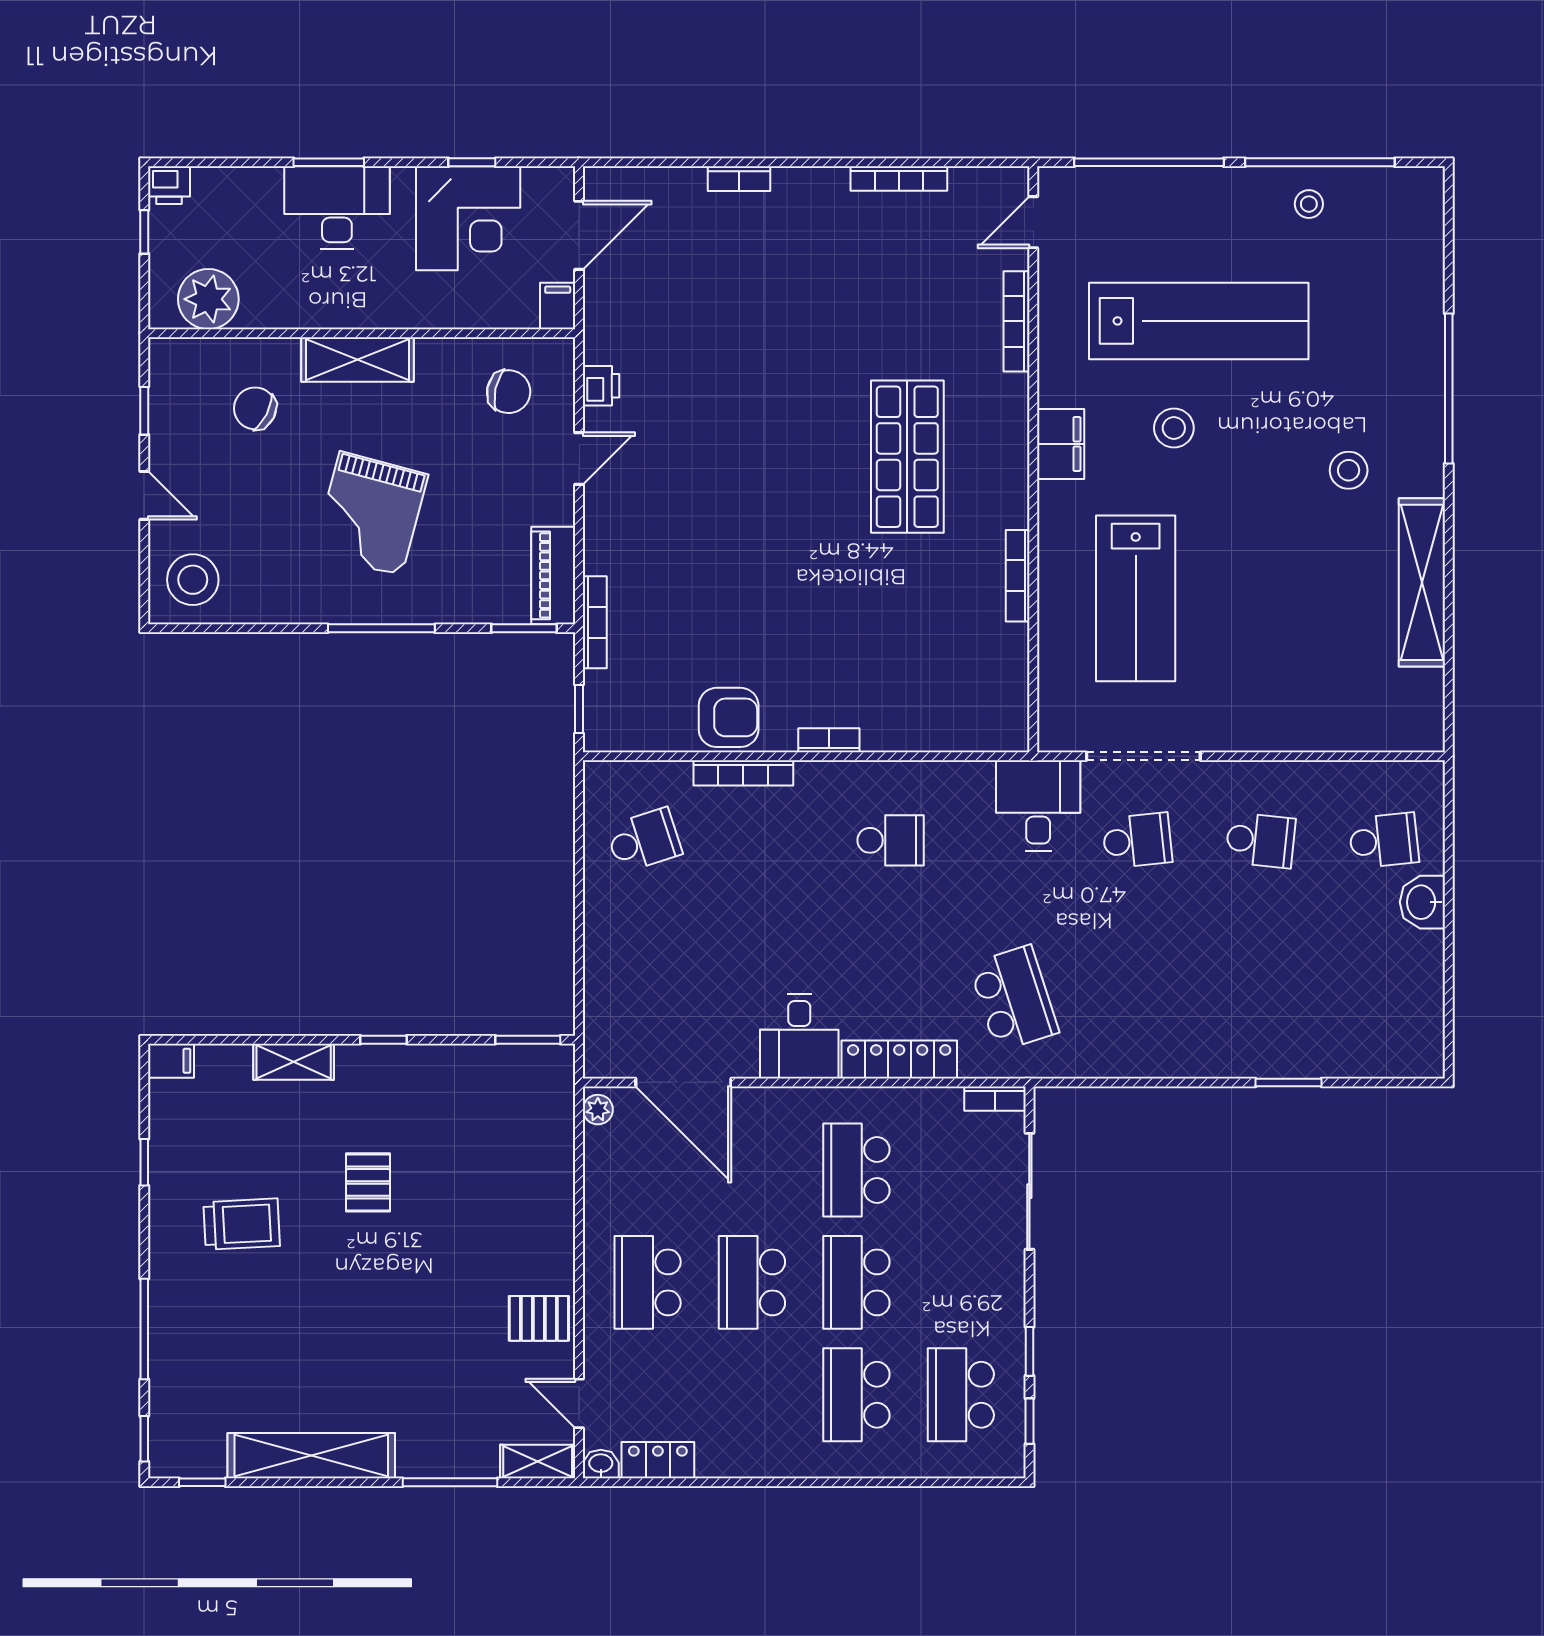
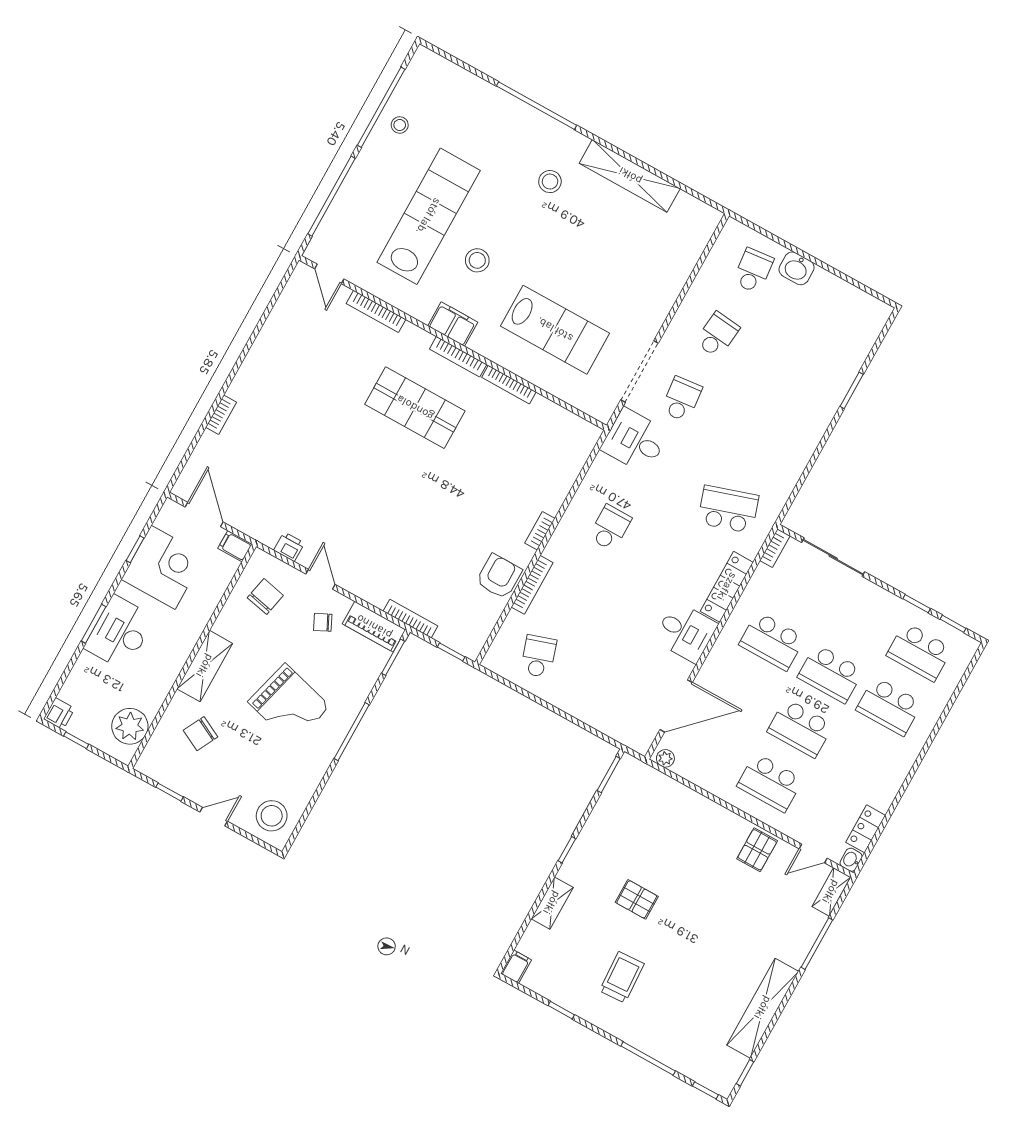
bookcase: (899, 179) -> (458, 357), moved, turned 90
chair: (518, 497) -> (323, 622), added

